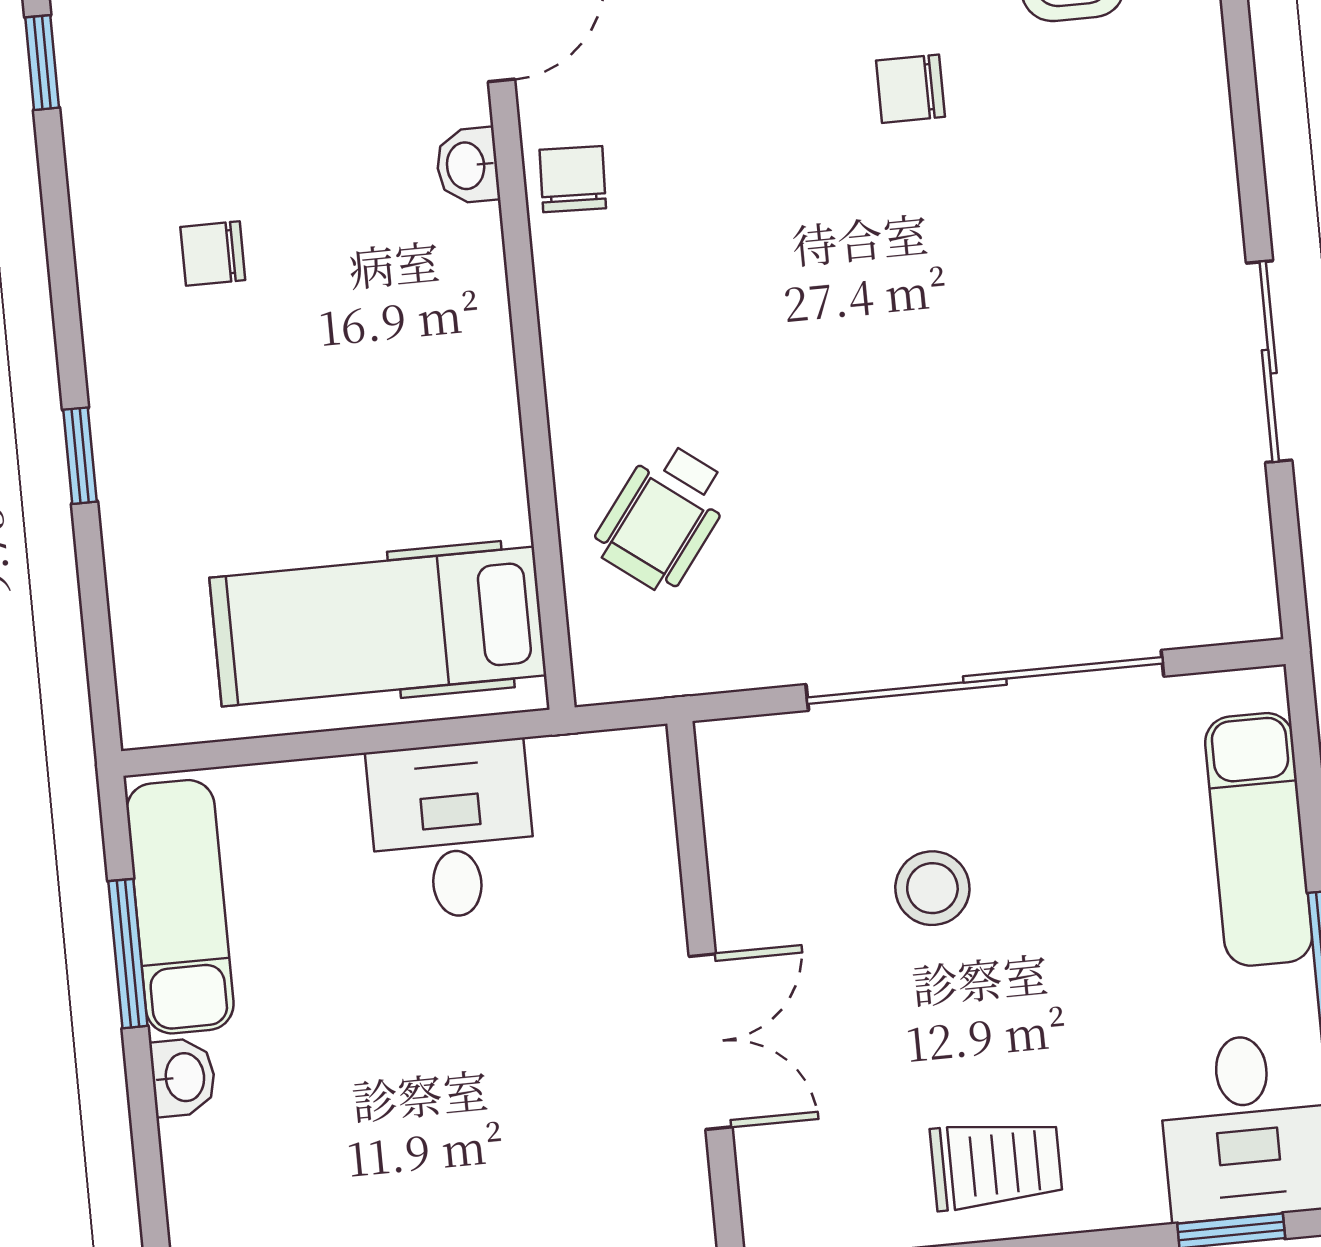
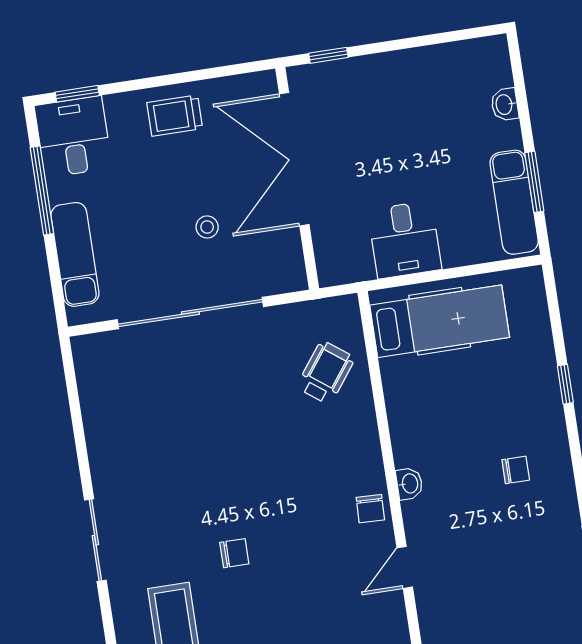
washbasin: (467, 166) -> (409, 484), moved
sliding door: (1269, 362) -> (95, 540), moved
stool: (932, 888) -> (207, 227), width x0.73, depth x0.73
double door: (711, 1042) -> (294, 159), width x1.87
washbasin: (183, 1077) -> (505, 104), moved

